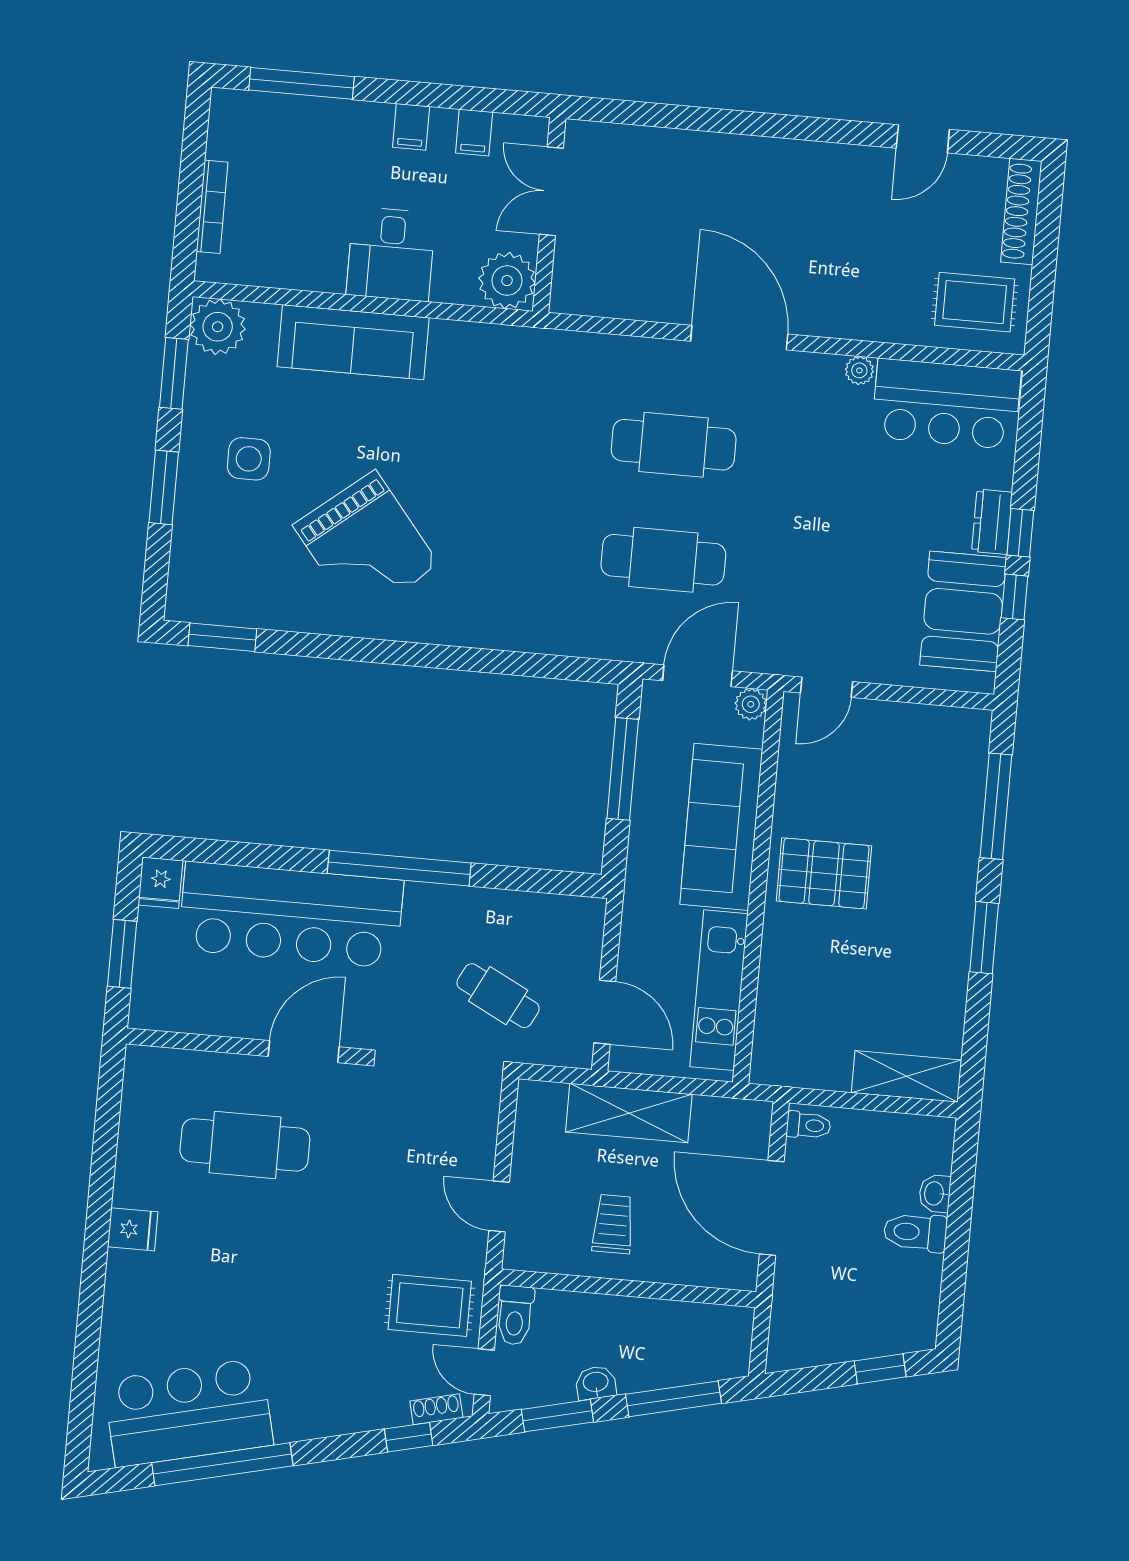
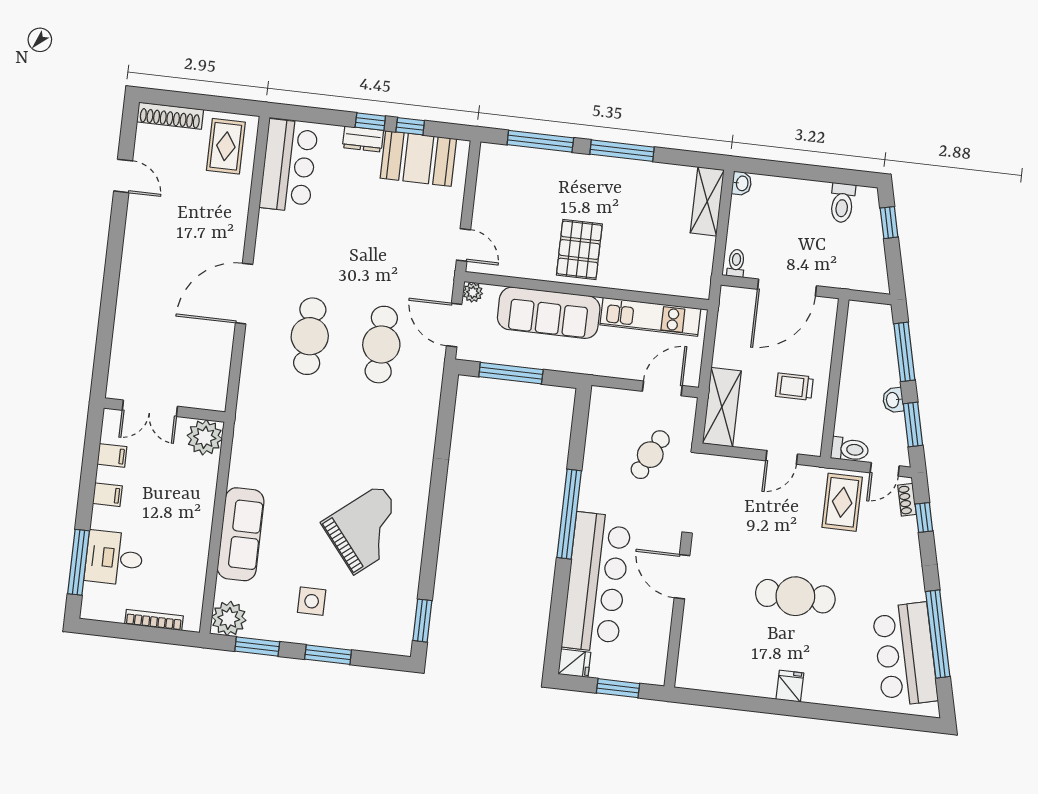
desk: (391, 254) -> (114, 558), moved, turned 180
plant: (859, 370) -> (266, 219), removed
window: (984, 938) -> (622, 151), width x1.44
shelving: (629, 1113) -> (722, 407), moved
cafe table: (245, 1145) -> (795, 596), moved, turned 90
washbasin: (935, 1194) -> (742, 183), moved, turned -90
toilet: (915, 1232) -> (842, 203), moved

